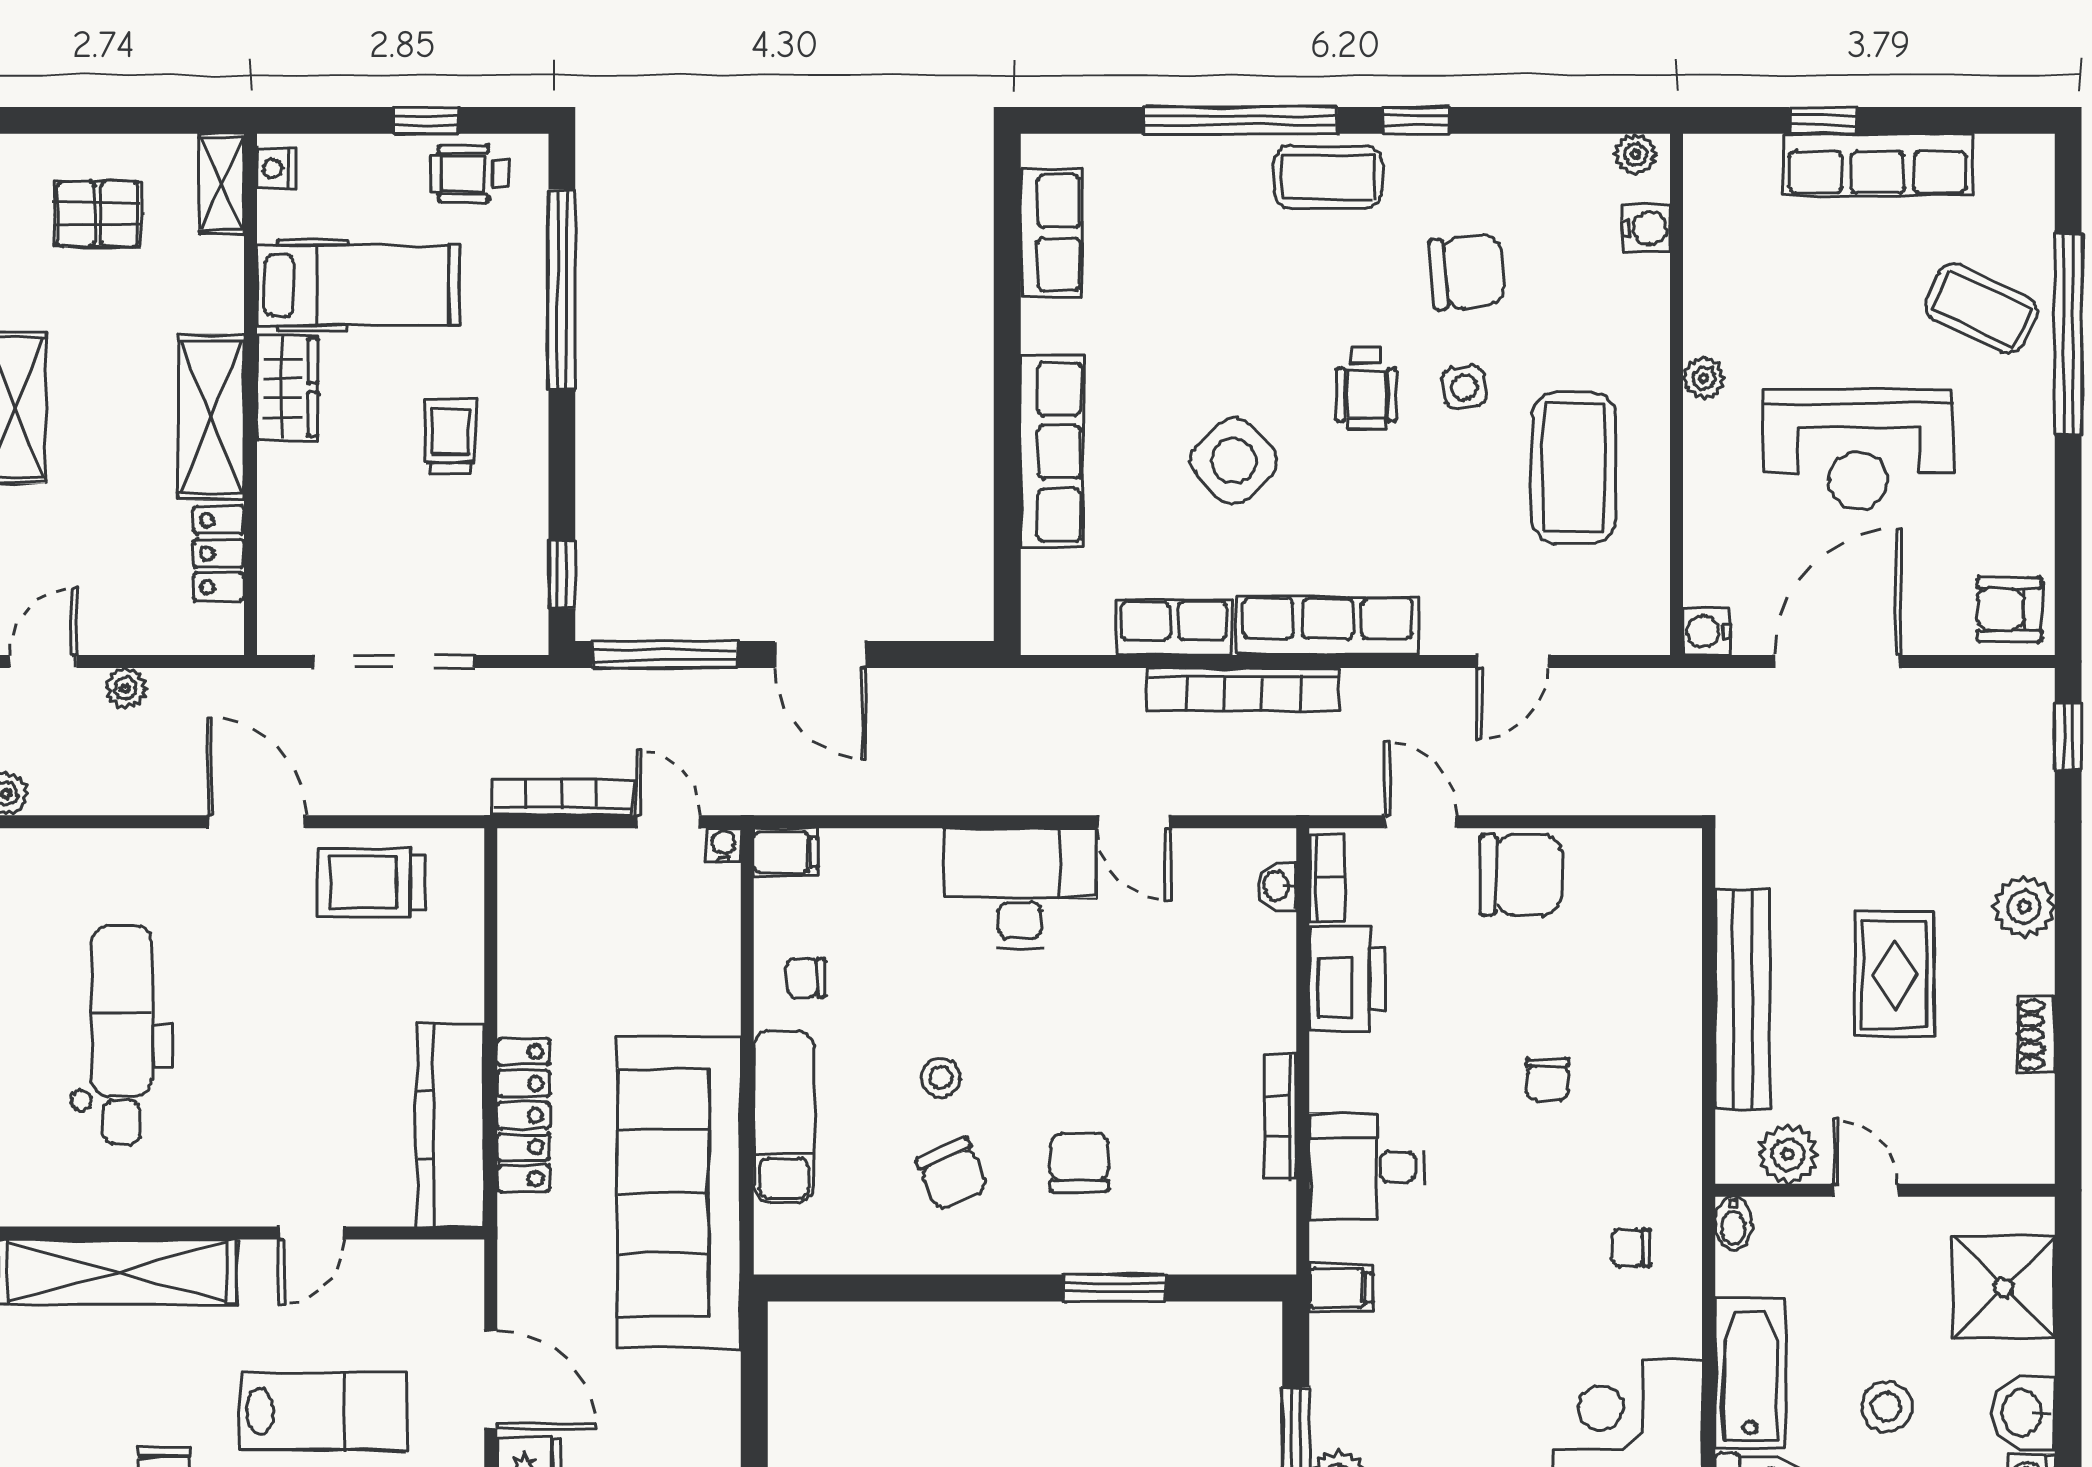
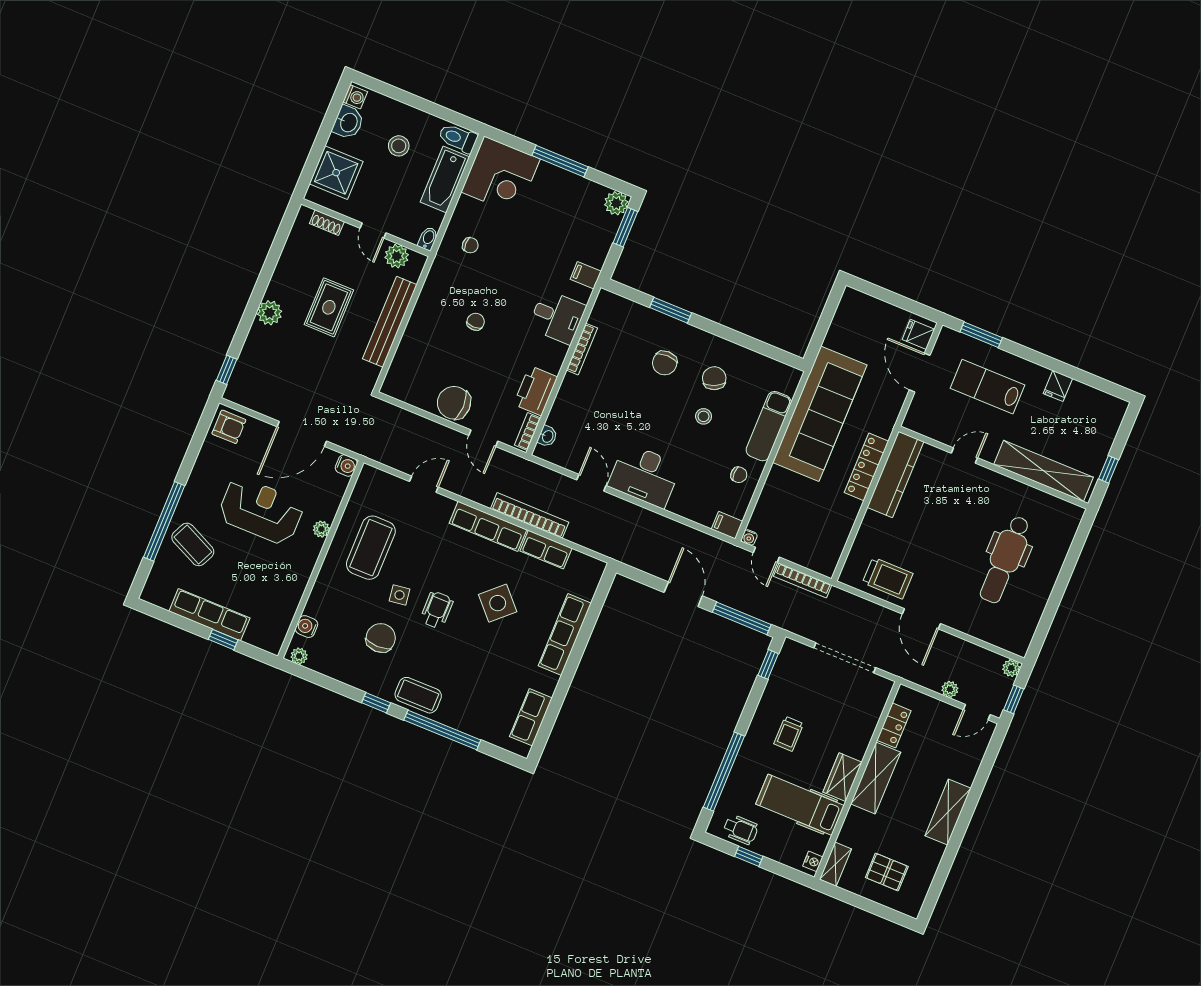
chair: (1467, 272) -> (381, 638), turned 95
plant: (1704, 378) -> (321, 529), moved
shoe rack: (2036, 1035) -> (327, 223), moved, turned 90

